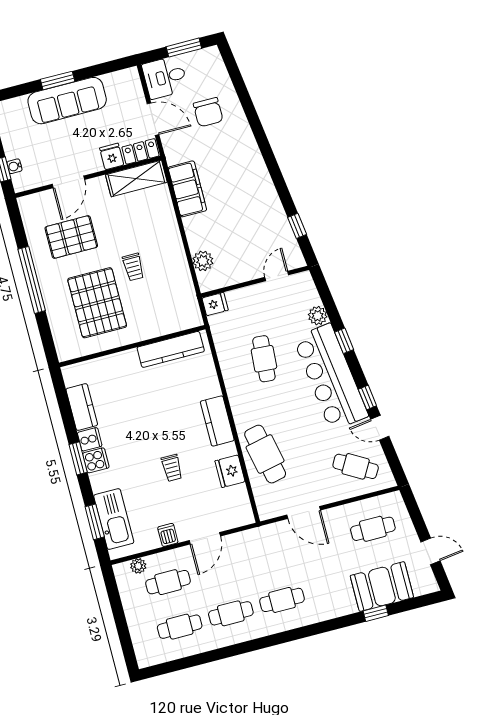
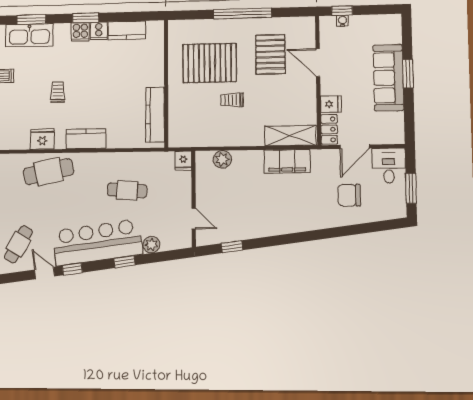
shelving: (136, 178) -> (290, 136), moved, turned 90
door: (380, 428) -> (45, 273), hinge flipped
trolley: (172, 468) -> (58, 92), turned 90

